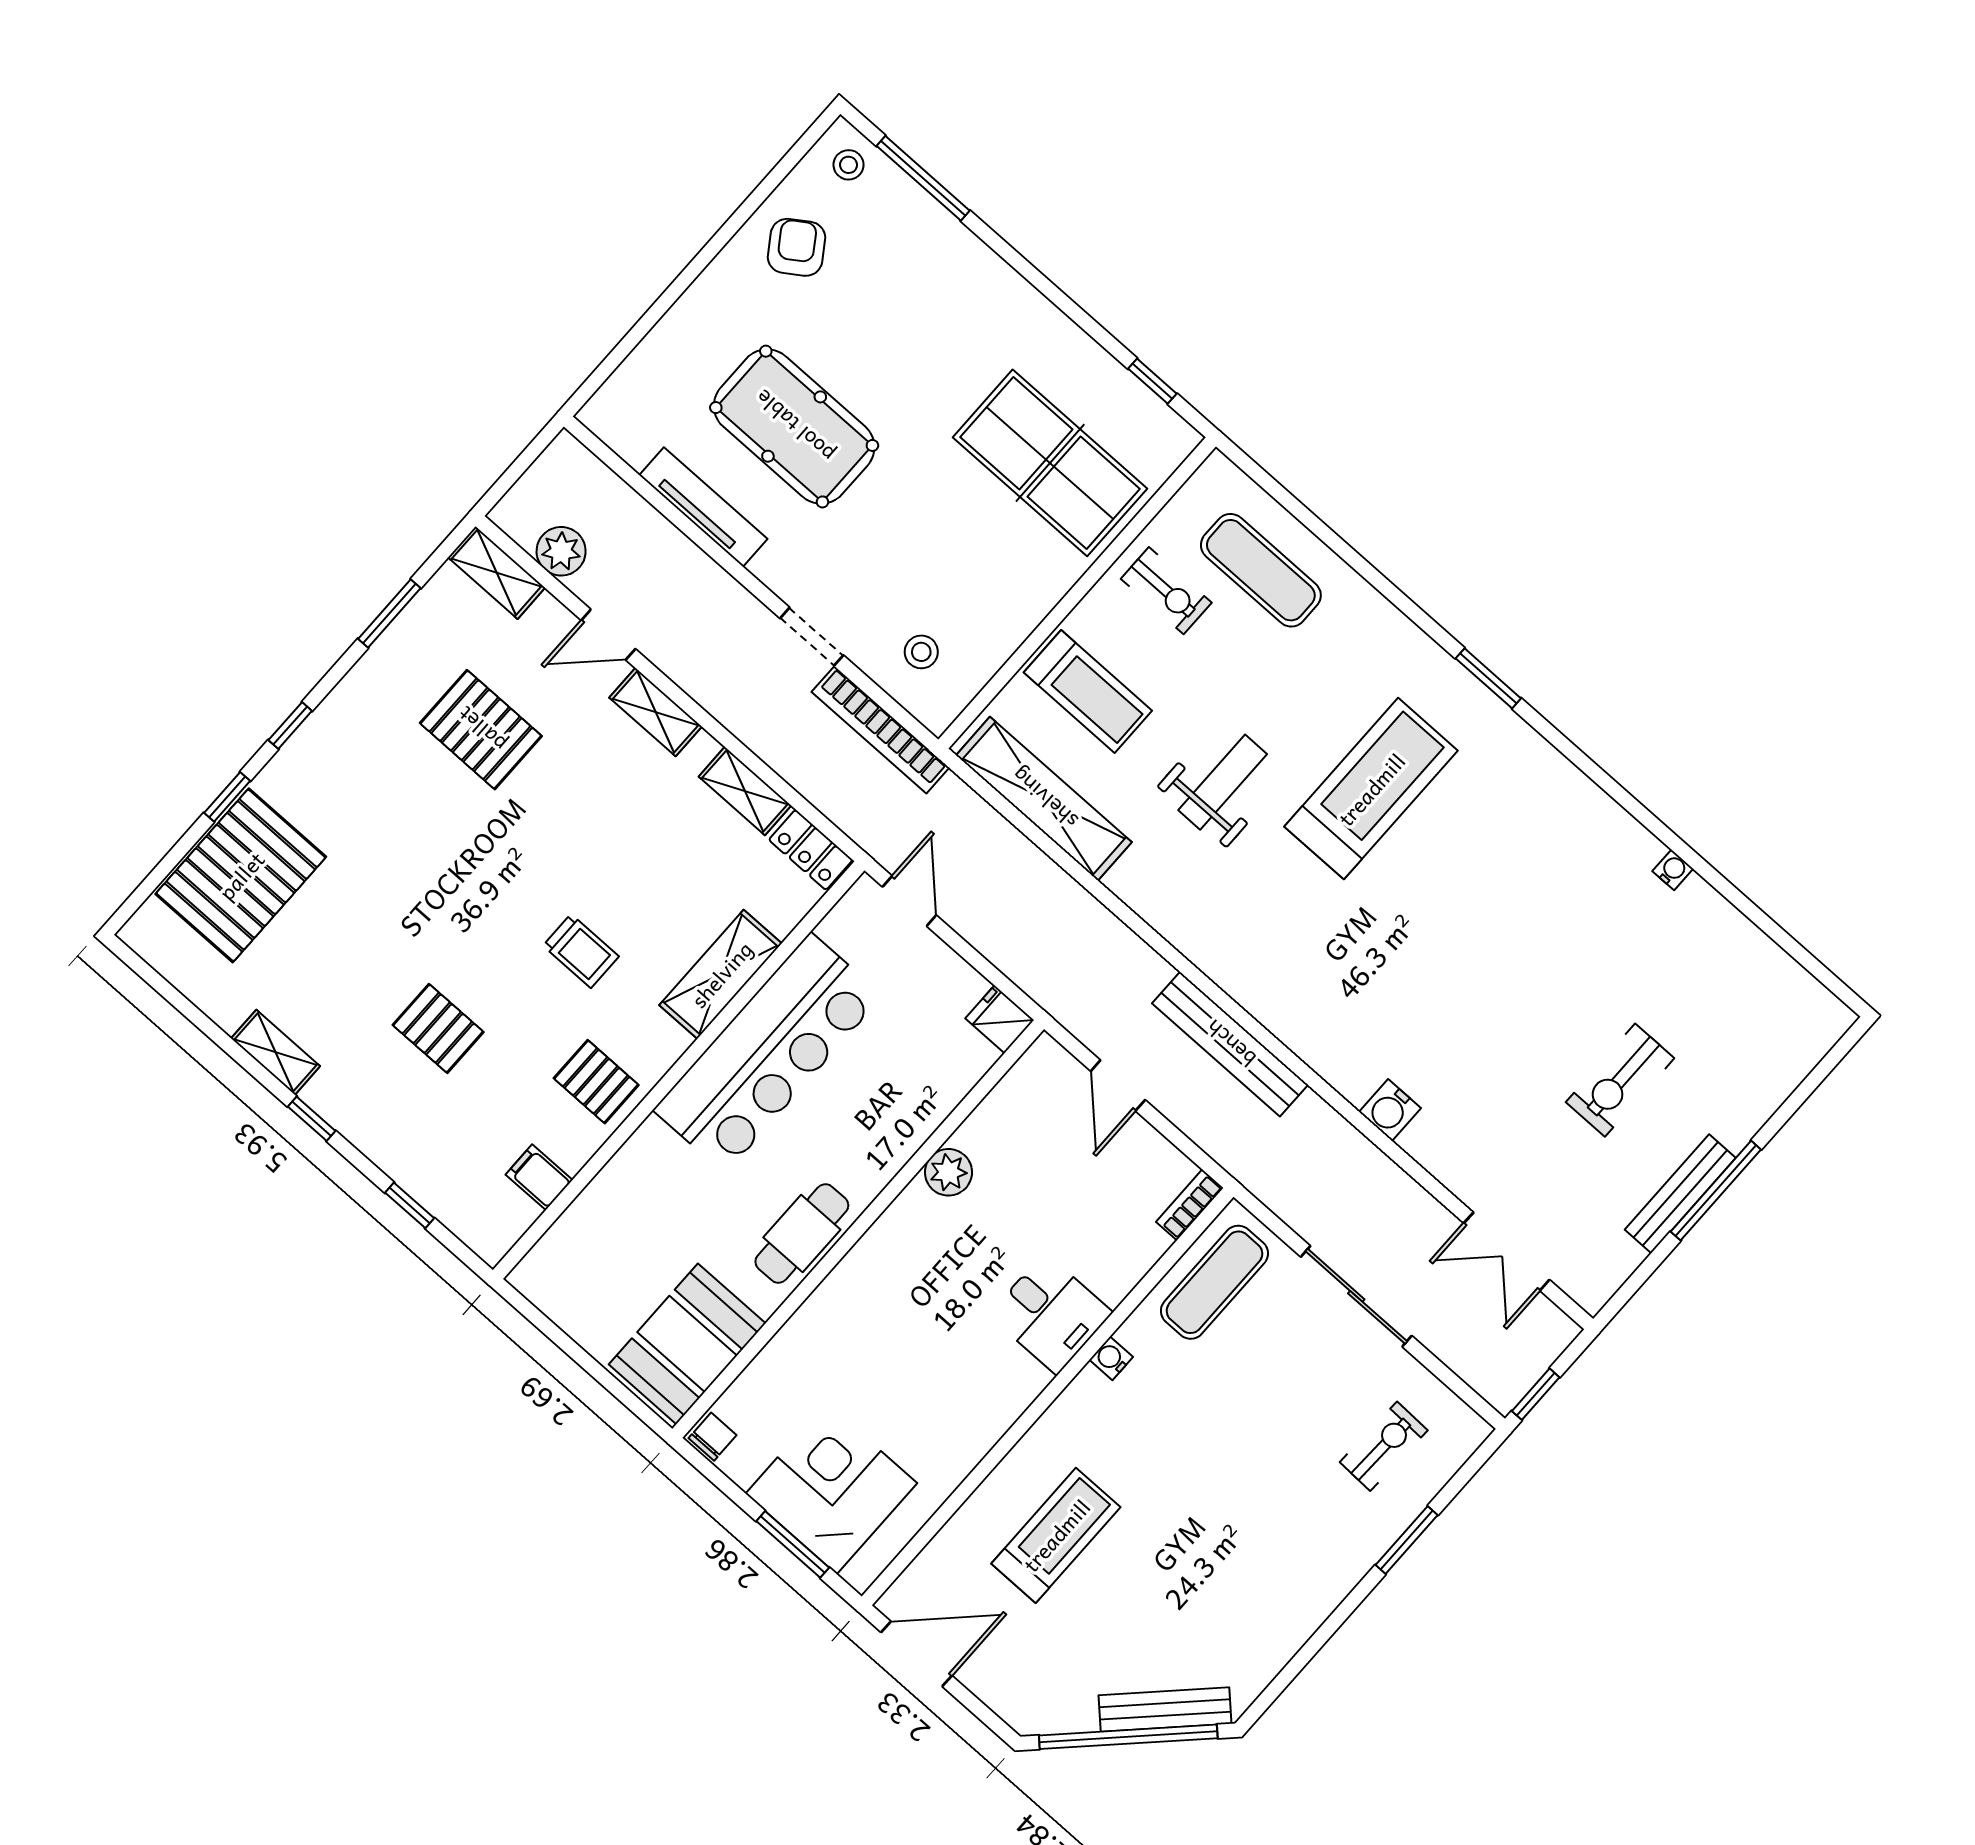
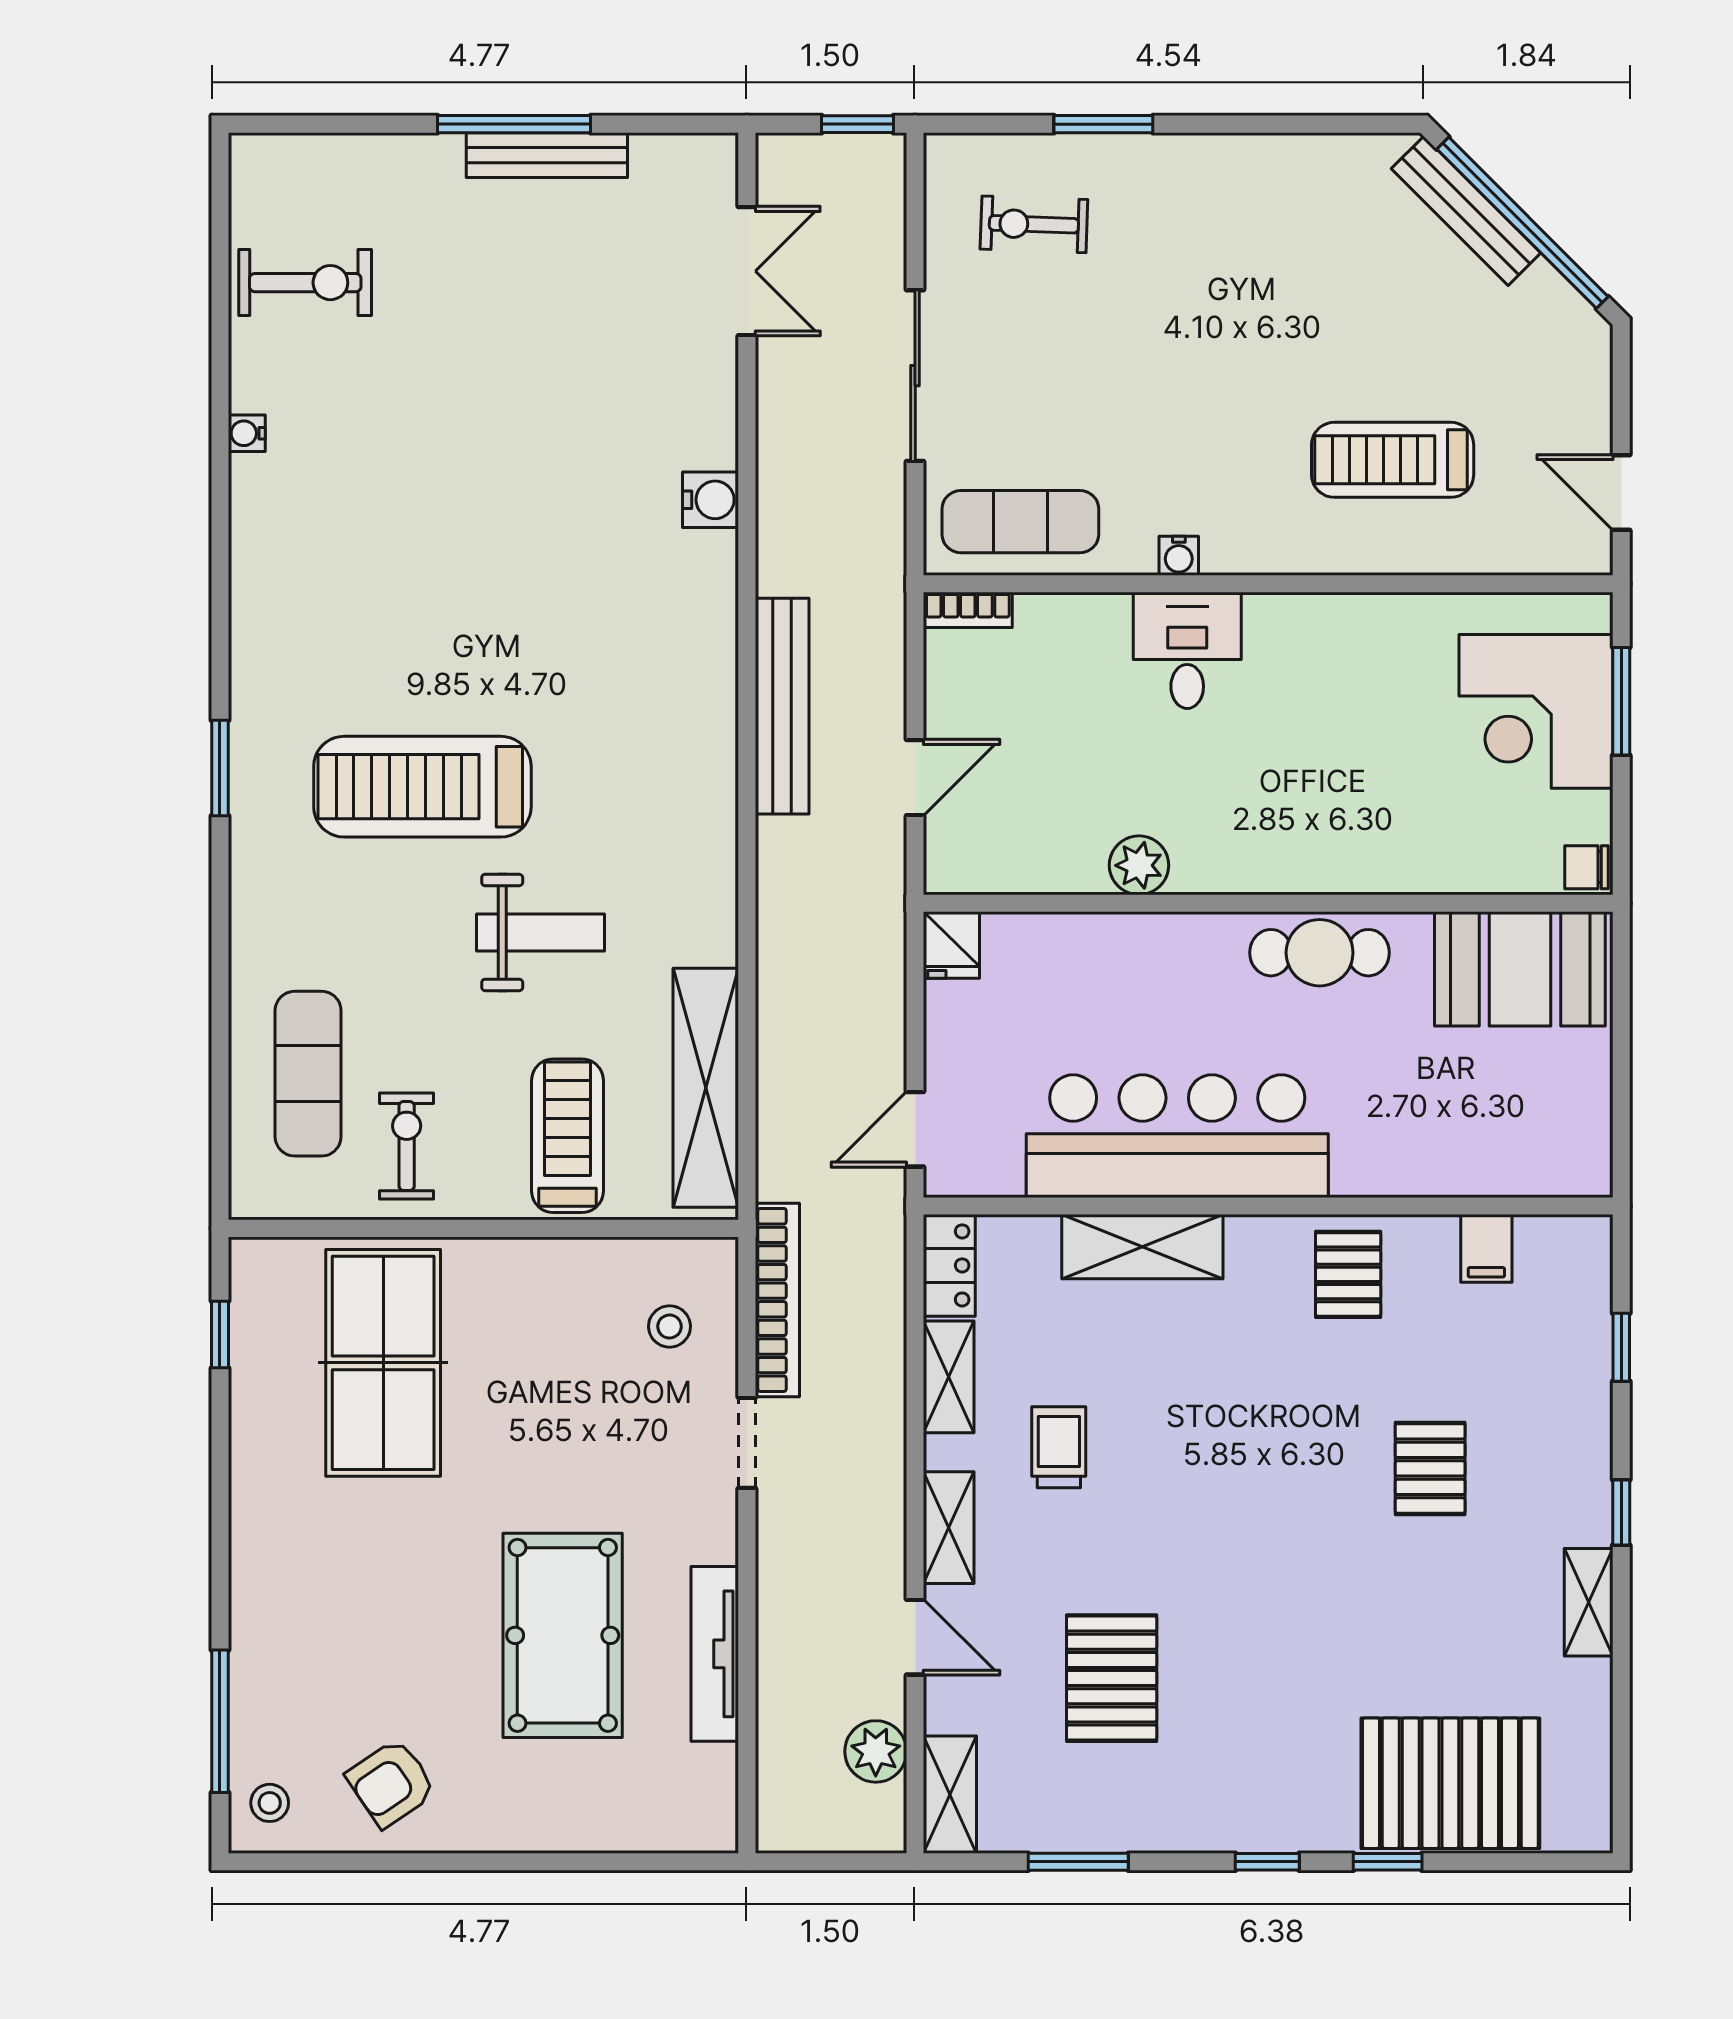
weight bench: (1223, 782) -> (541, 932), turned 180
trolley: (581, 951) -> (1059, 1447), moved
exercise bike: (1620, 1080) -> (305, 283), moved
door: (917, 1654) -> (1621, 492), width x0.73

